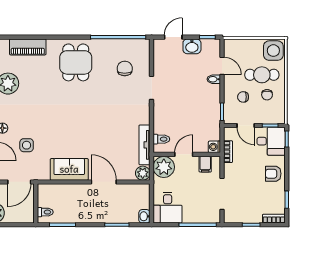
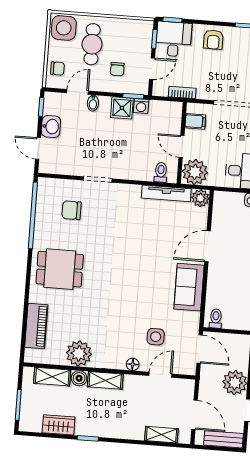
chair: (267, 95) -> (57, 68), moved
shower: (212, 103) -> (122, 108), added
washing machine: (214, 147) -> (141, 106), moved
toilet: (45, 212) -> (216, 318), moved

